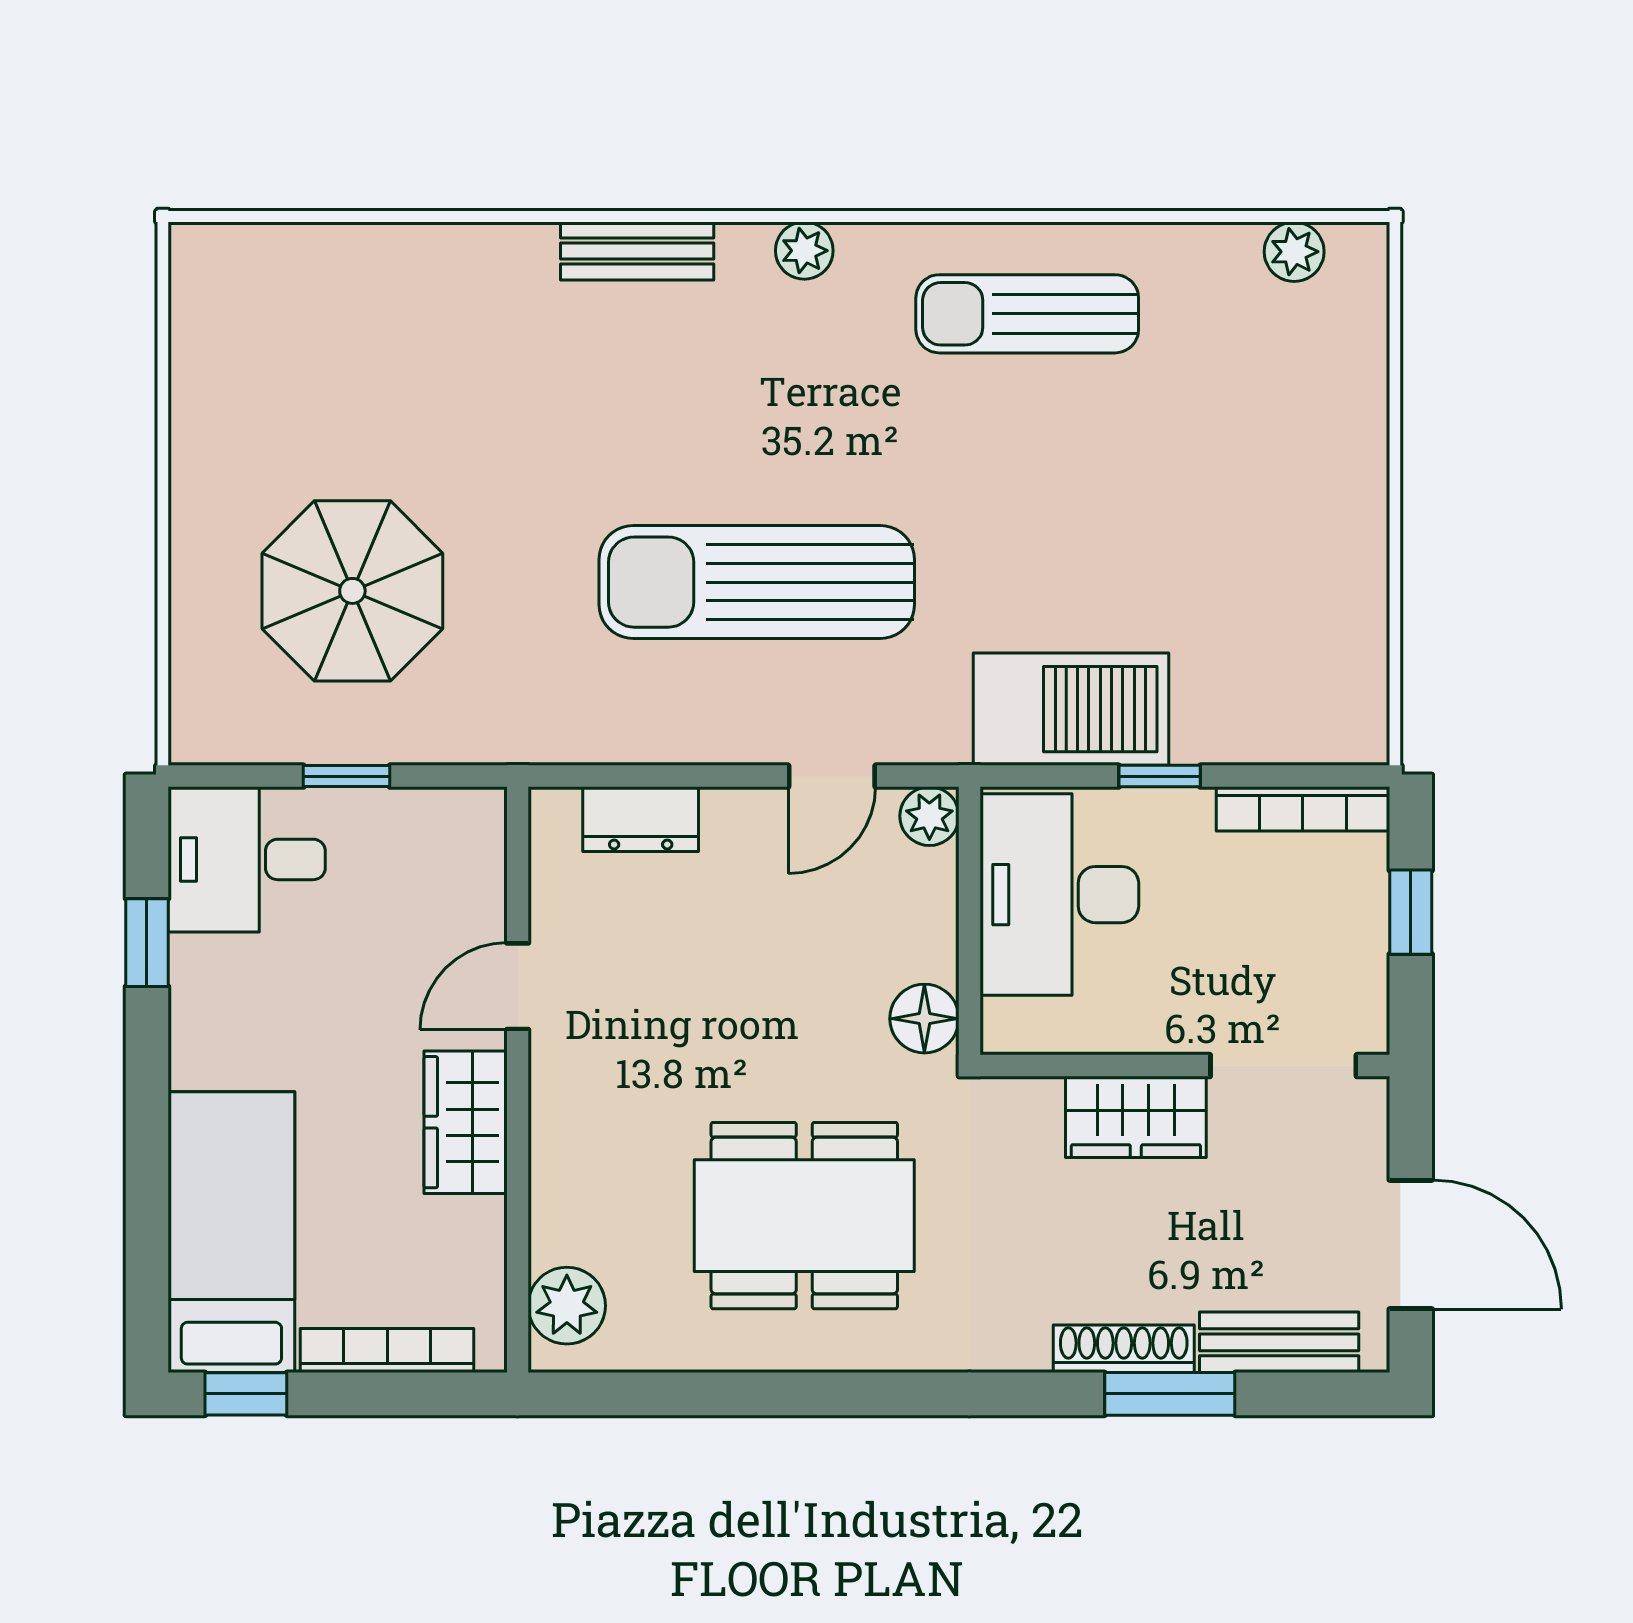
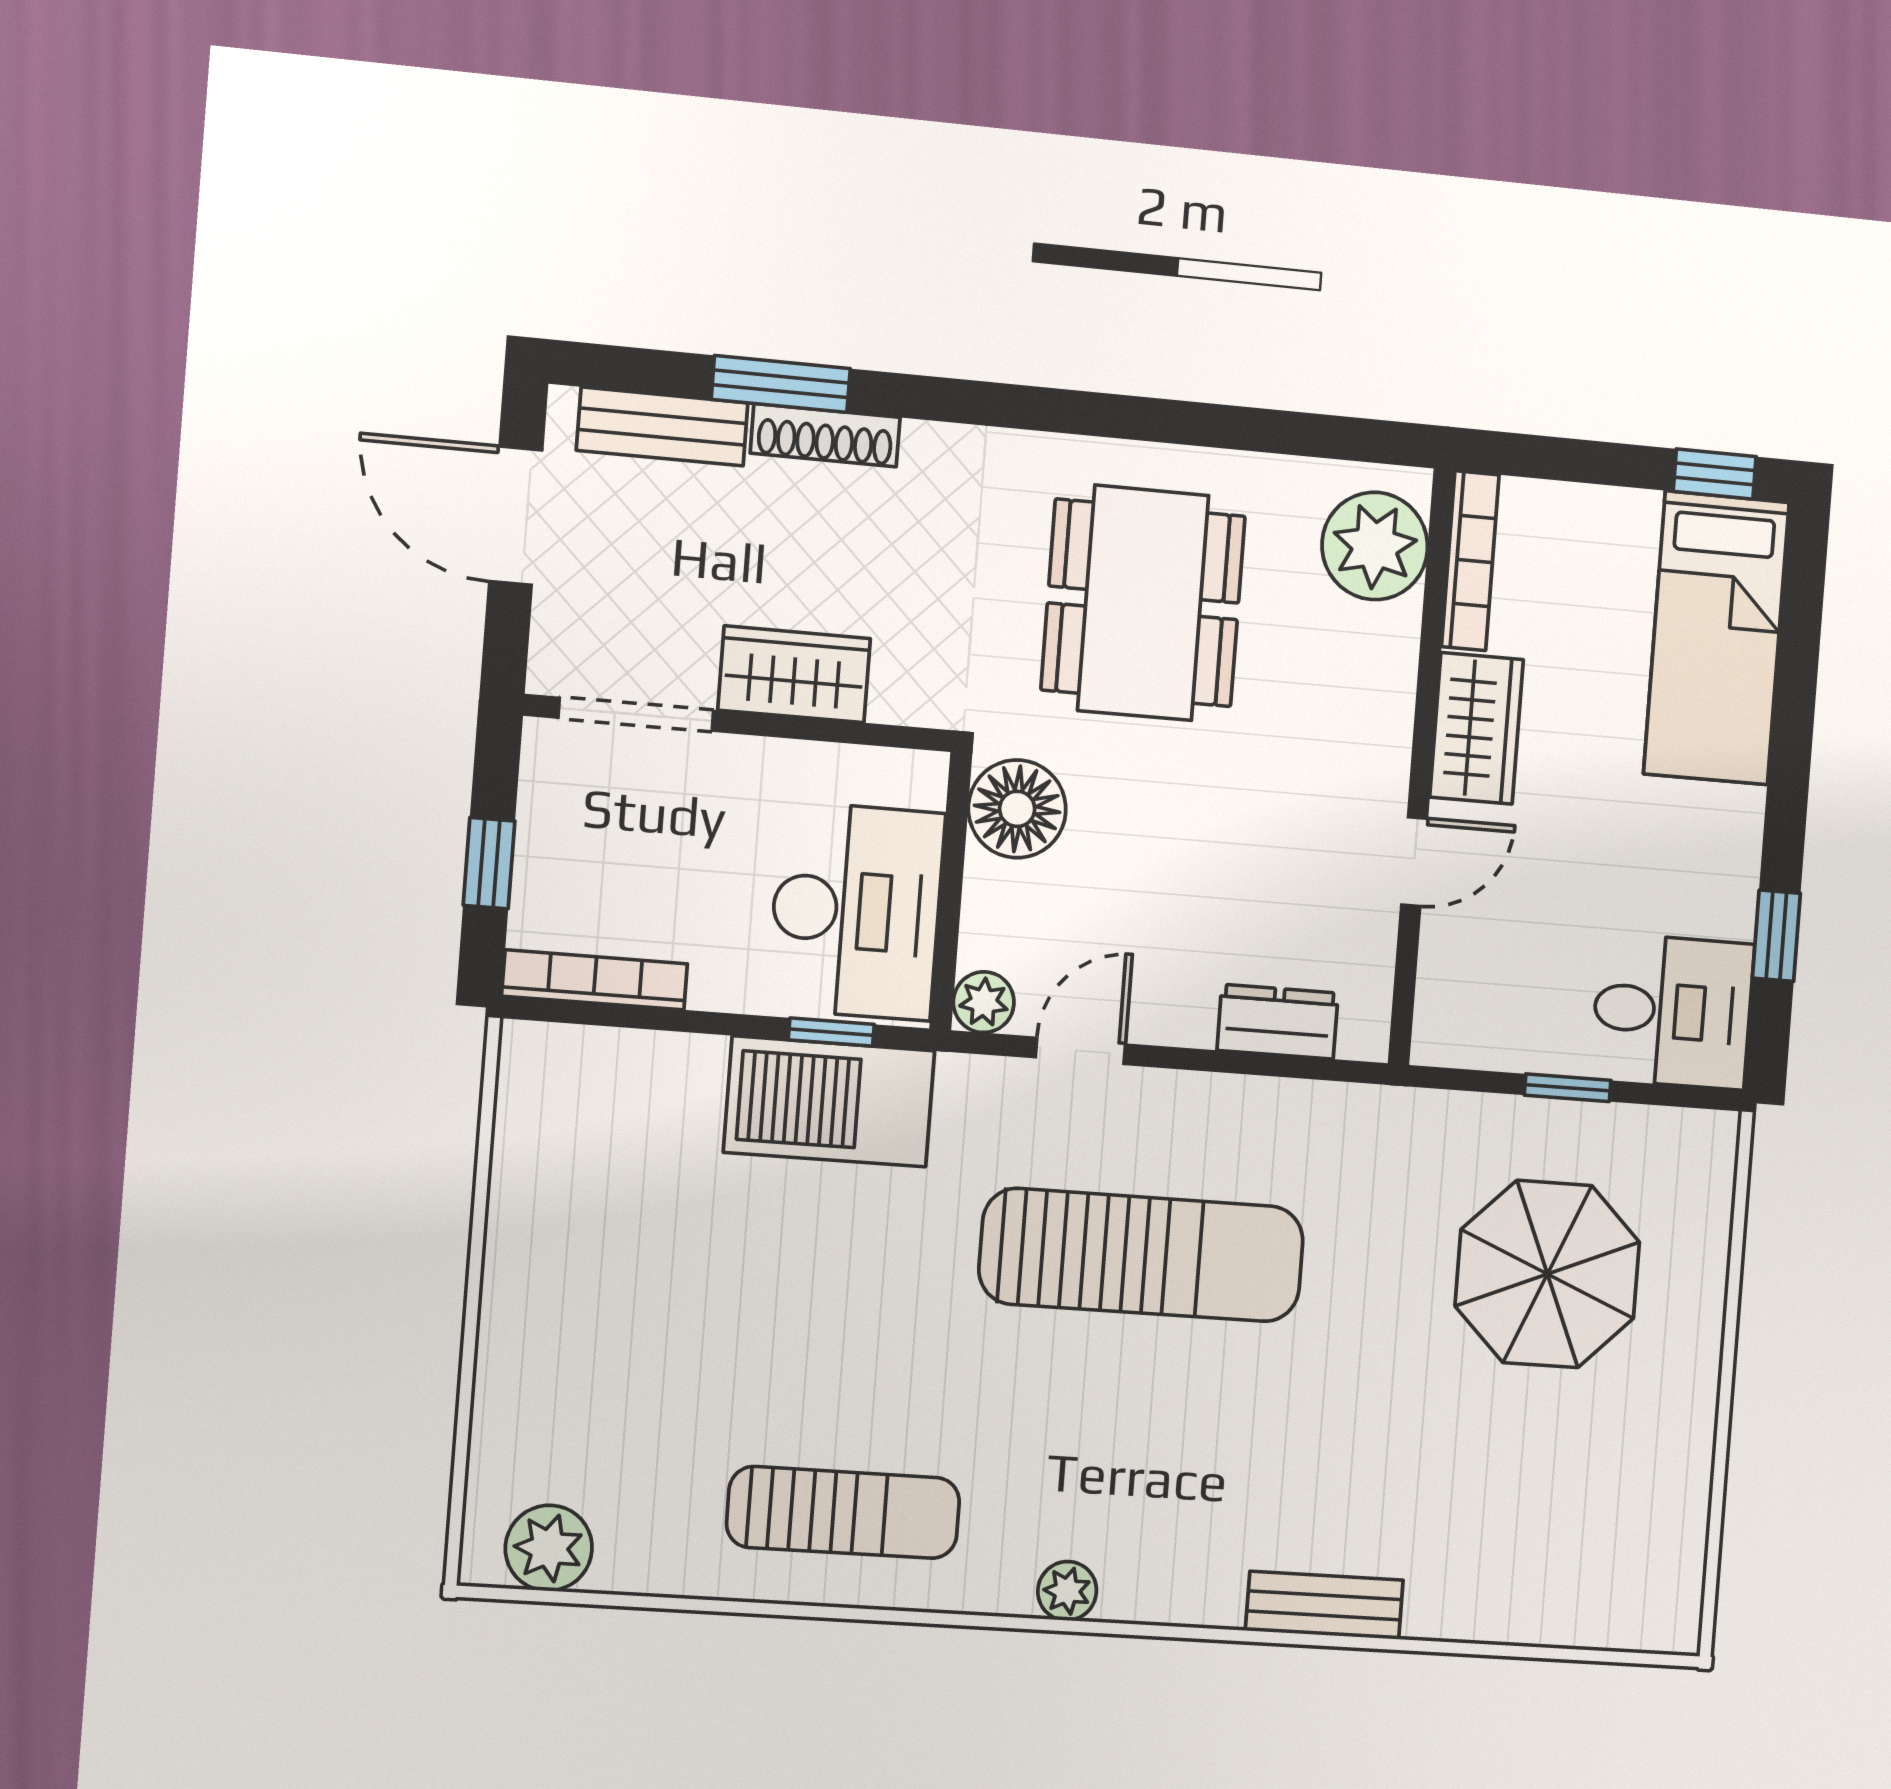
bench: (637, 251) -> (1324, 1605), moved
plant: (1294, 252) -> (549, 1548), width x1.38, depth x1.38
window: (1160, 776) -> (831, 1032), moved
floor lamp: (924, 1019) -> (1017, 809), width x1.38, depth x1.38
dining table: (804, 1216) -> (1143, 603), turned 90
plant: (567, 1306) -> (1375, 546), width x1.36, depth x1.36
bookcase: (387, 1350) -> (1470, 561), moved, turned -90

